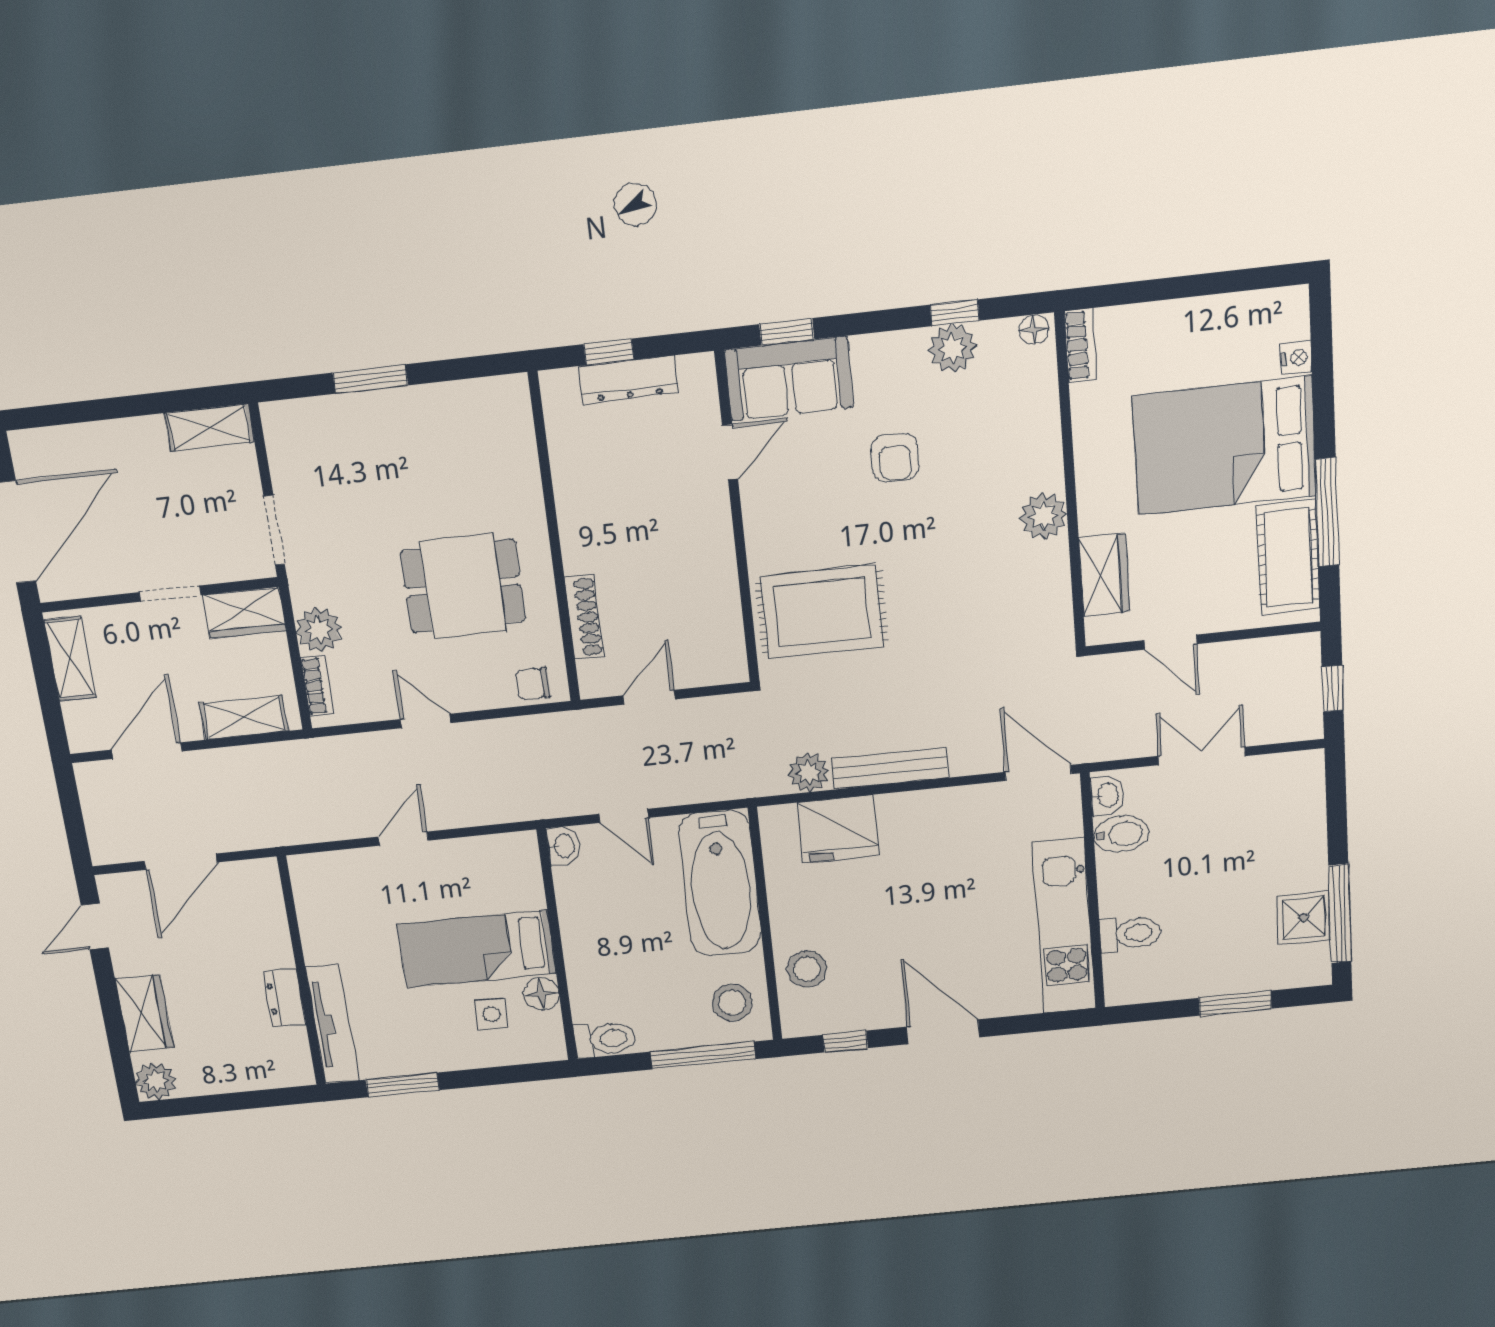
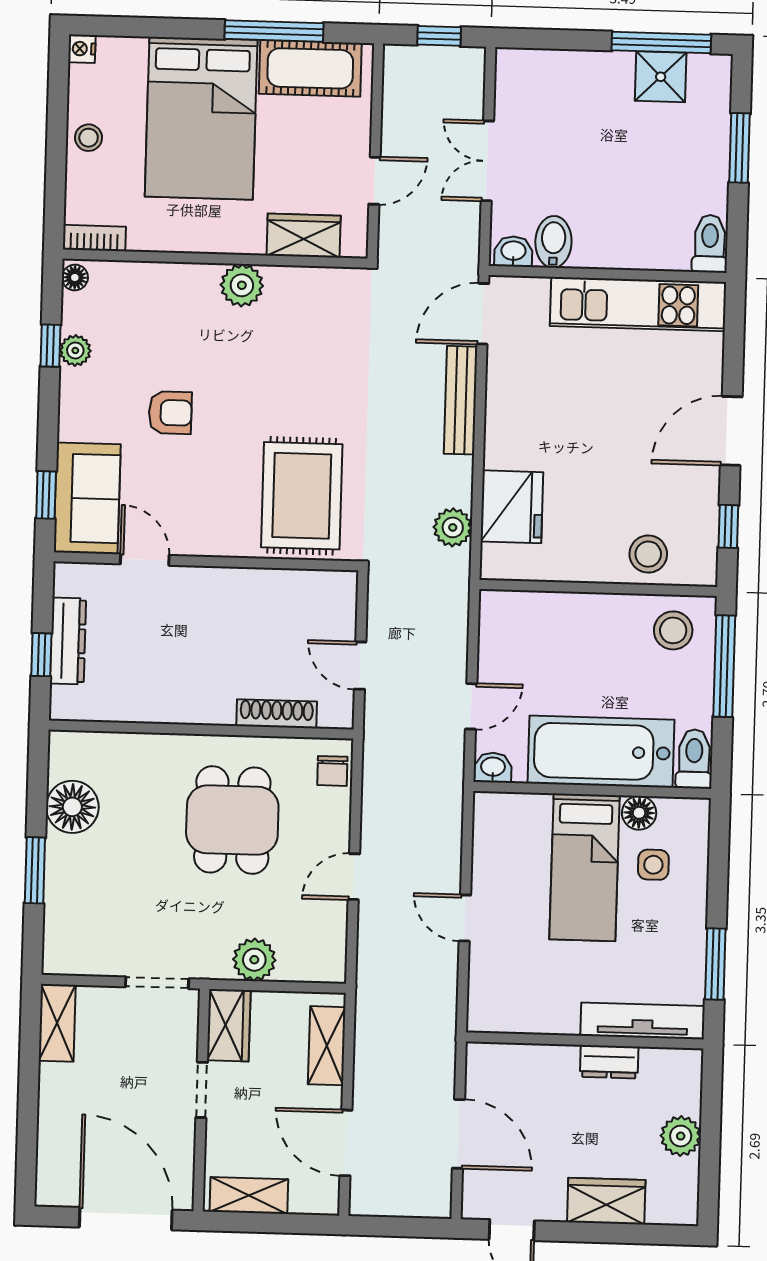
stool: (1193, 322) -> (89, 138), added
plant: (953, 348) -> (75, 350), width x0.73, depth x0.73
nightstand: (1296, 358) -> (82, 49), moved, turned -90
floor lamp: (447, 411) -> (72, 807), added
bookcase: (317, 686) -> (307, 971), removed
bench: (890, 768) -> (461, 400), moved
bathtub: (720, 883) -> (601, 752), moved, turned 180
toilet: (1130, 933) -> (710, 244), moved
plant: (156, 1081) -> (681, 1136), moved

